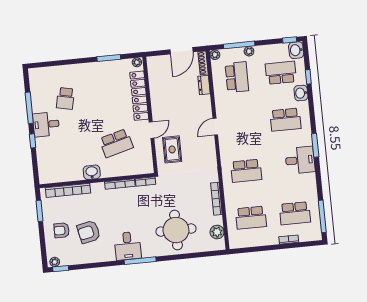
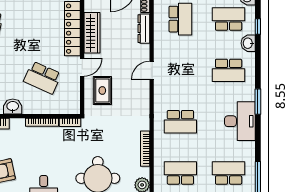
dresser: (204, 85) -> (144, 29), width x1.44
wardrobe: (157, 98) -> (92, 33), added
school desk: (116, 143) -> (42, 78), turned 39
desk: (300, 160) -> (240, 121), width x1.37
school desk: (295, 213) -> (229, 173), turned 180
school desk: (251, 218) -> (180, 173), turned 180

